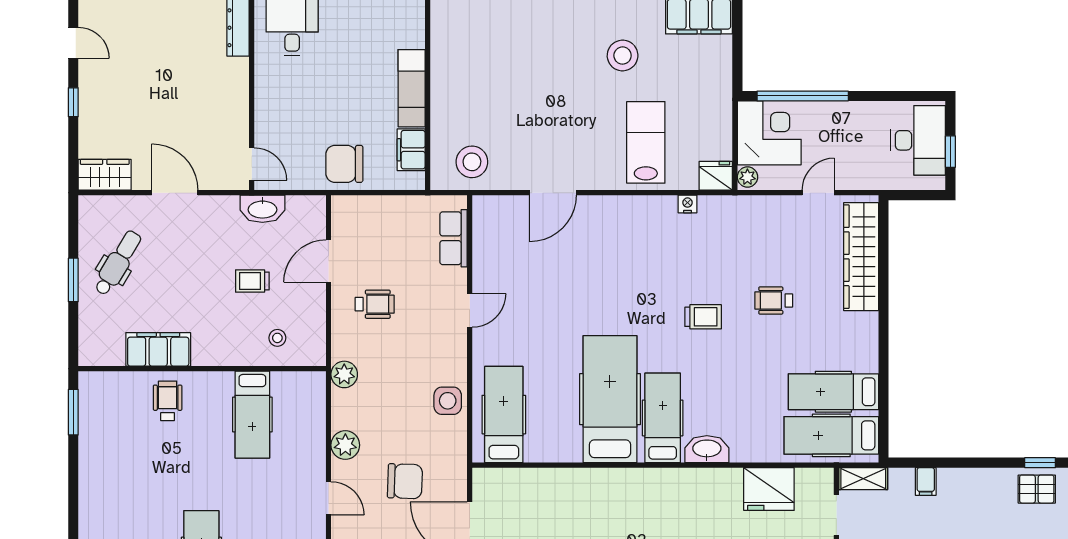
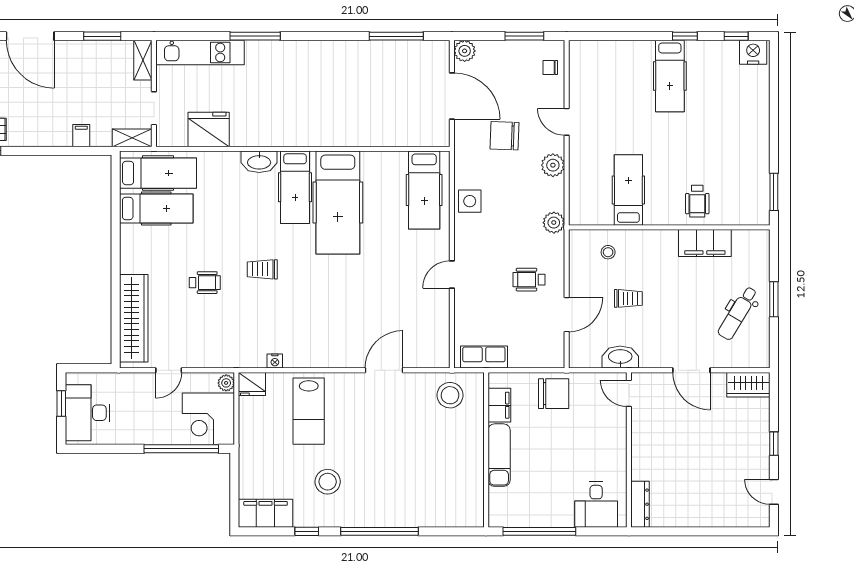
row of seats: (453, 238) -> (484, 357), moved, turned -90

